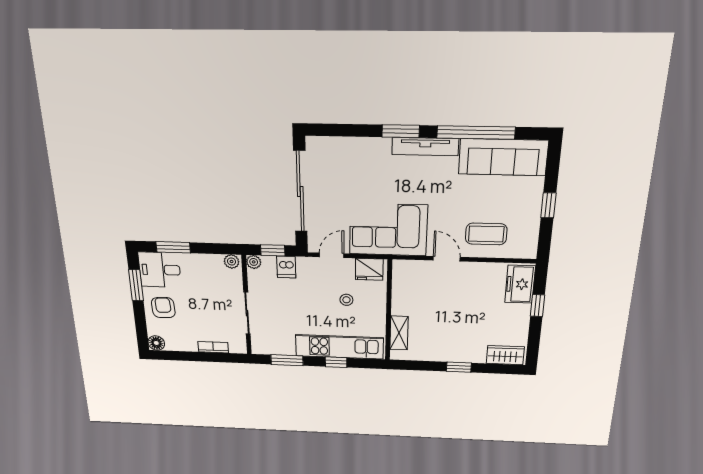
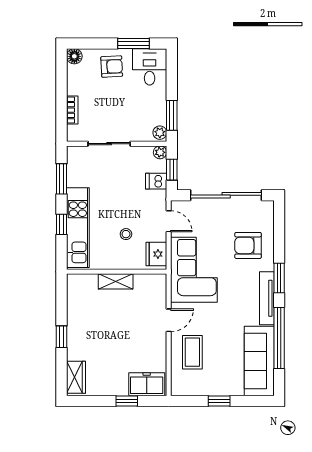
armchair: (360, 168) -> (248, 245), added
window: (173, 247) -> (172, 115), moved
shelving: (399, 333) -> (116, 281), moved

